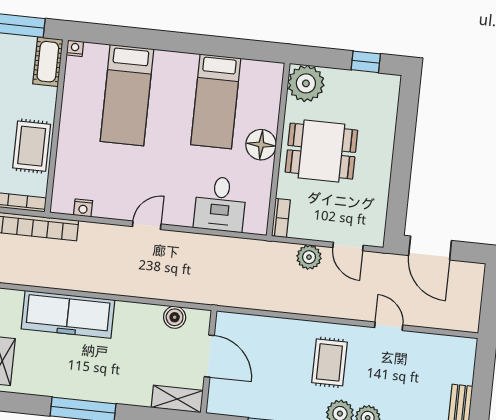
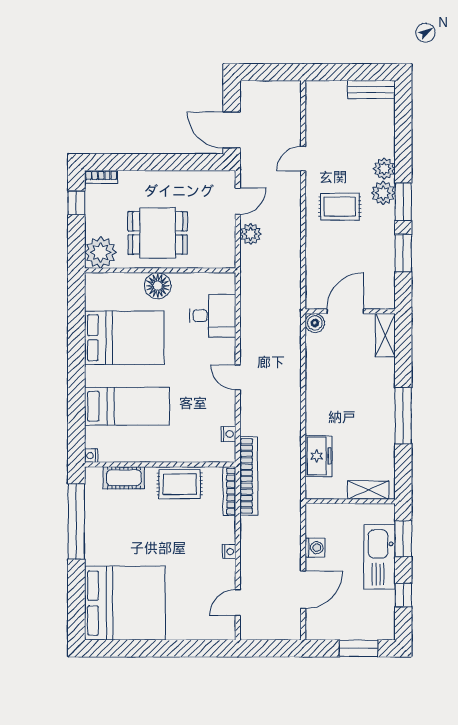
cot: (48, 62) -> (124, 478), moved
bed: (216, 101) -> (124, 338), width x1.50
dining table: (321, 151) -> (158, 233), turned 90
bookcase: (281, 218) -> (101, 177), moved, turned 180
door: (430, 248) -> (232, 130), swing flipped
freezer: (68, 314) -> (319, 456), width x0.52, depth x0.79
boiler: (175, 317) -> (315, 323), moved

